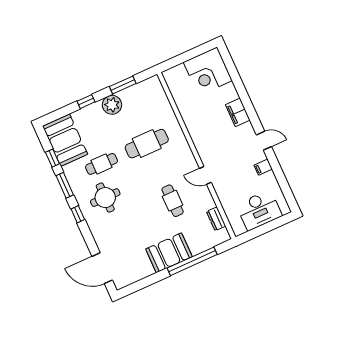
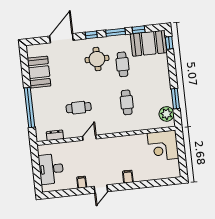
corner desk: (208, 71) -> (163, 146), moved, turned -90
window: (86, 102) -> (169, 43), moved
plant: (112, 105) -> (167, 114), moved
filing cabinet: (238, 112) -> (128, 177), width x0.50
cafe table: (147, 144) -> (127, 102), width x0.73, depth x0.74
booth: (169, 253) -> (39, 72), moved
door: (102, 268) -> (61, 38), moved

